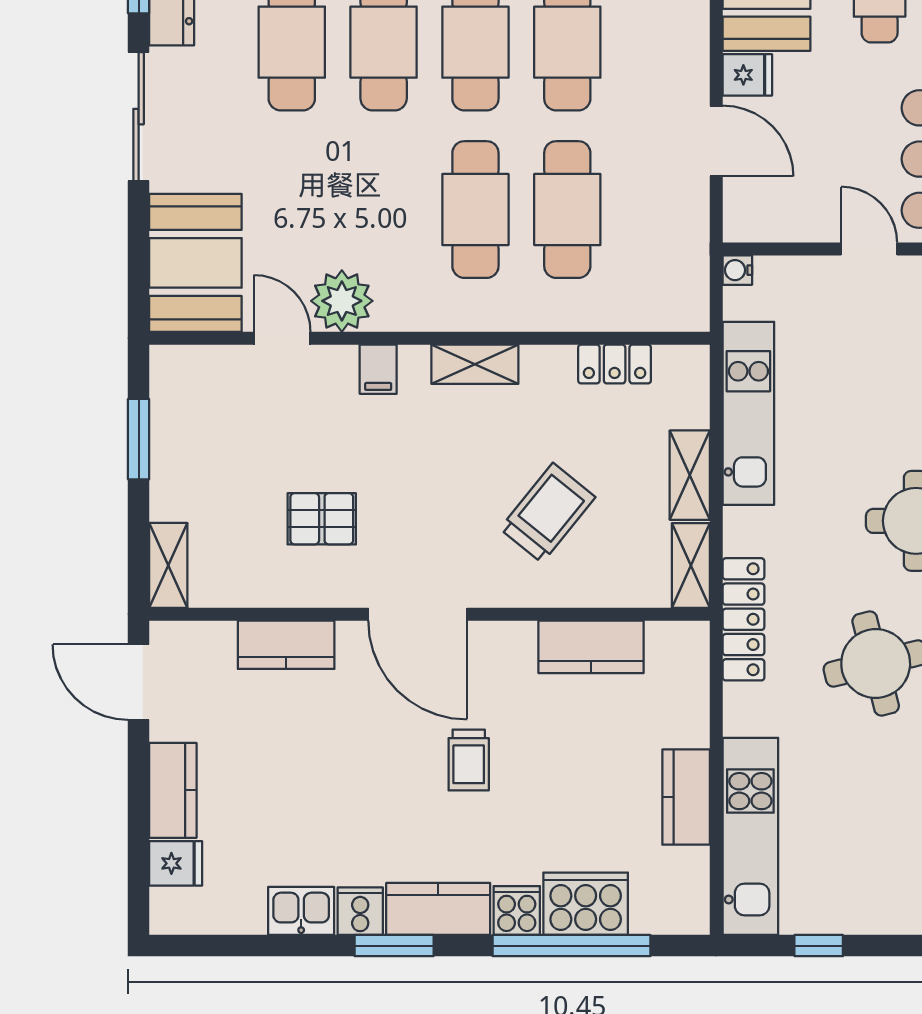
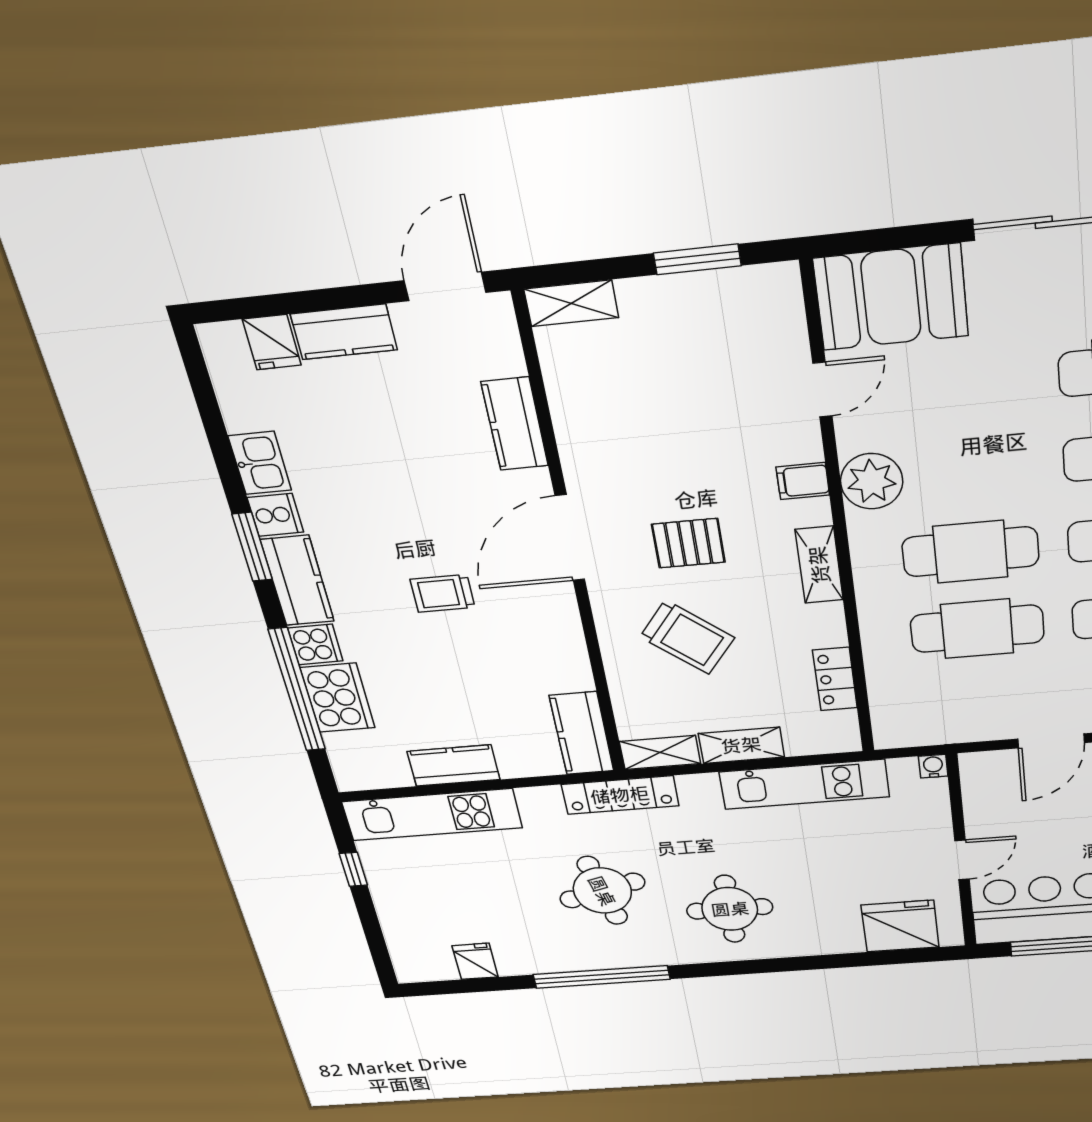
plant: (342, 301) -> (872, 481), moved
pallet: (322, 519) -> (688, 543), moved, turned 90
kitchen counter: (591, 647) -> (582, 733), moved

